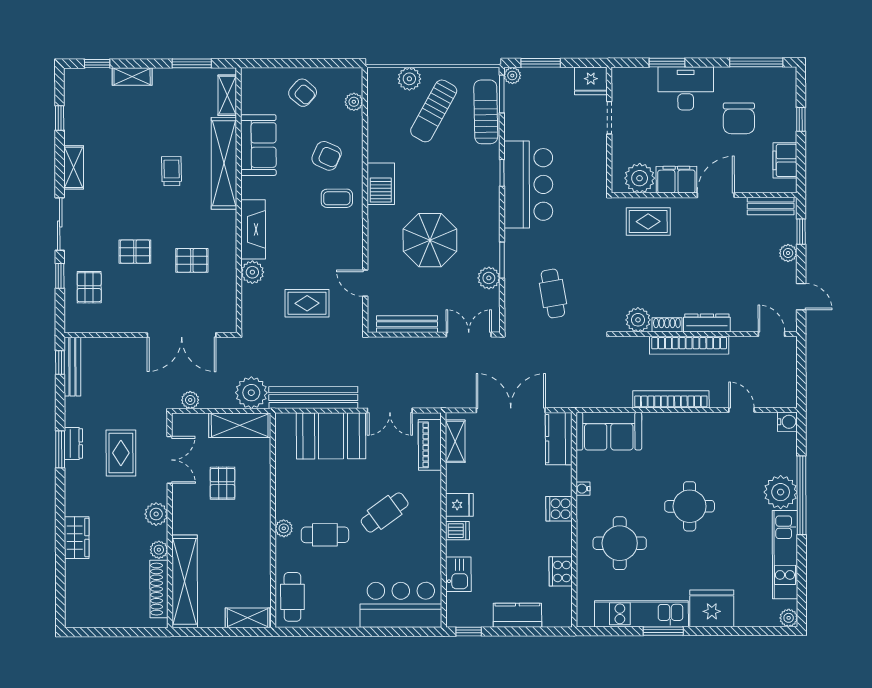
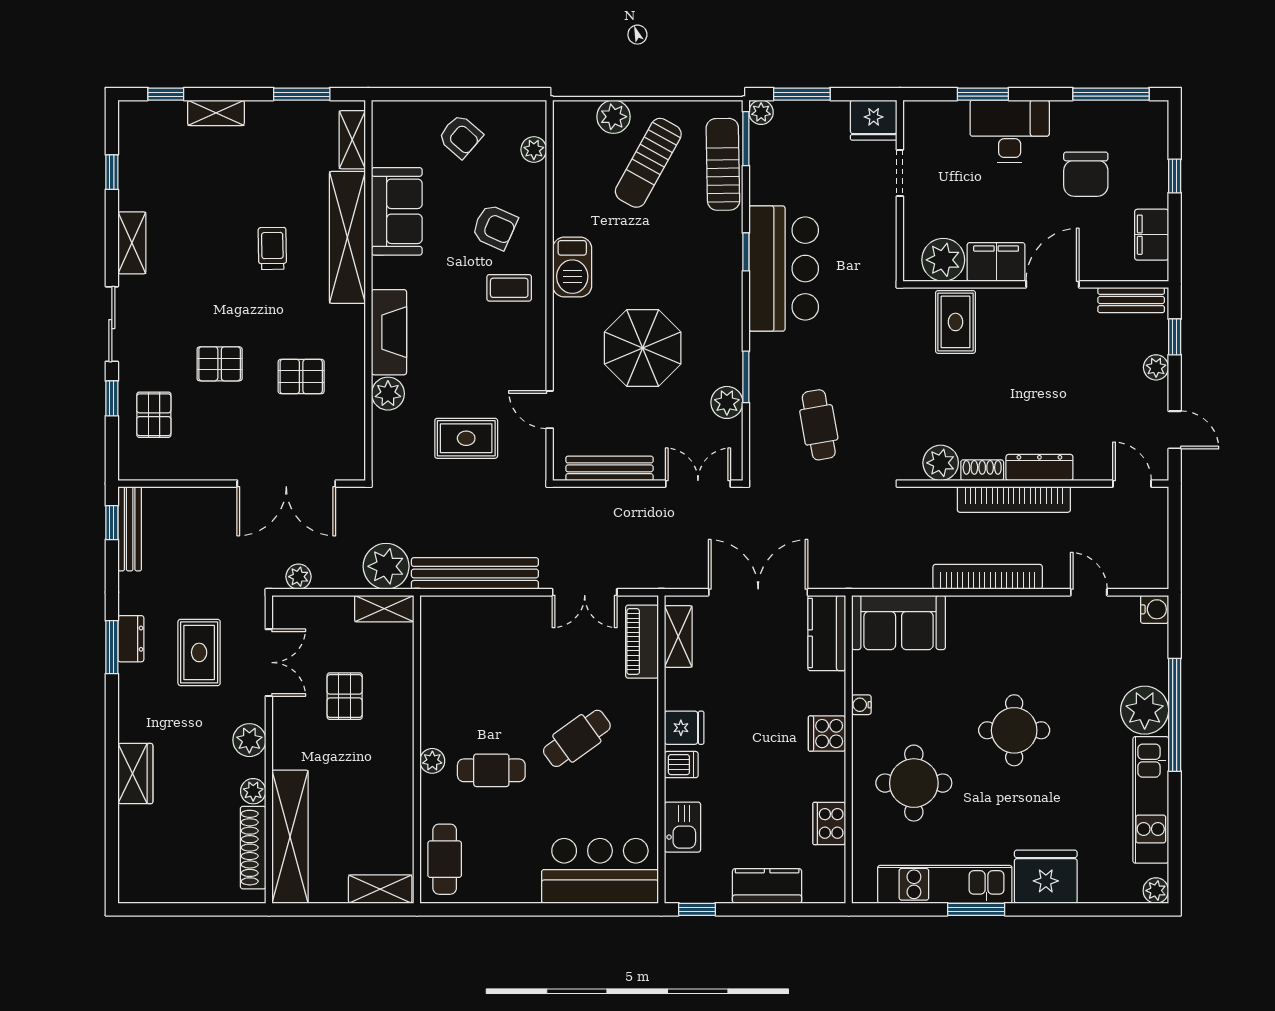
rug: (648, 222) -> (956, 322), turned 90
shelving: (240, 425) -> (384, 609), width x0.67, depth x0.75
booth: (331, 436) -> (500, 628), removed

